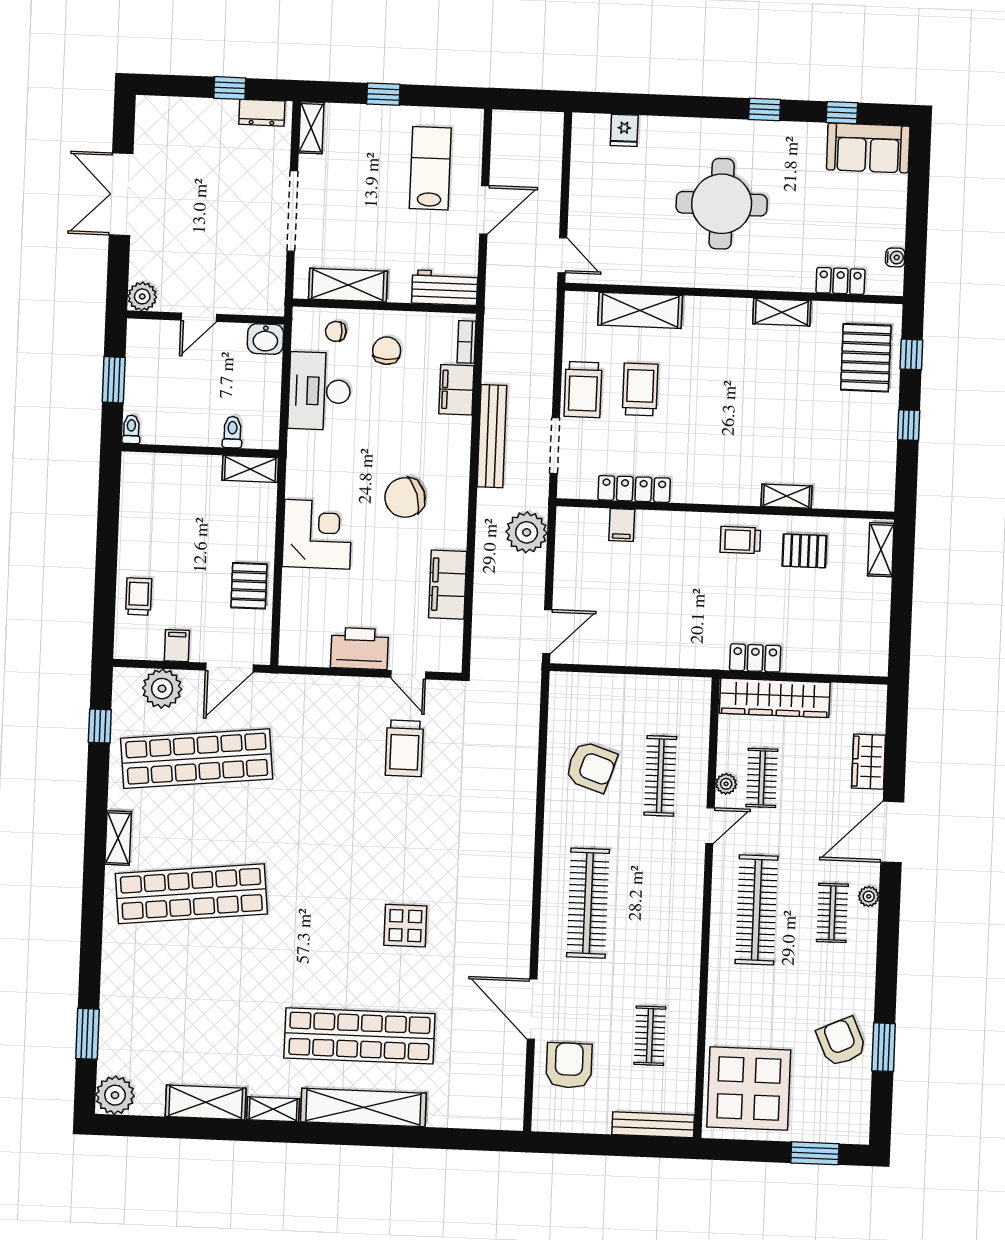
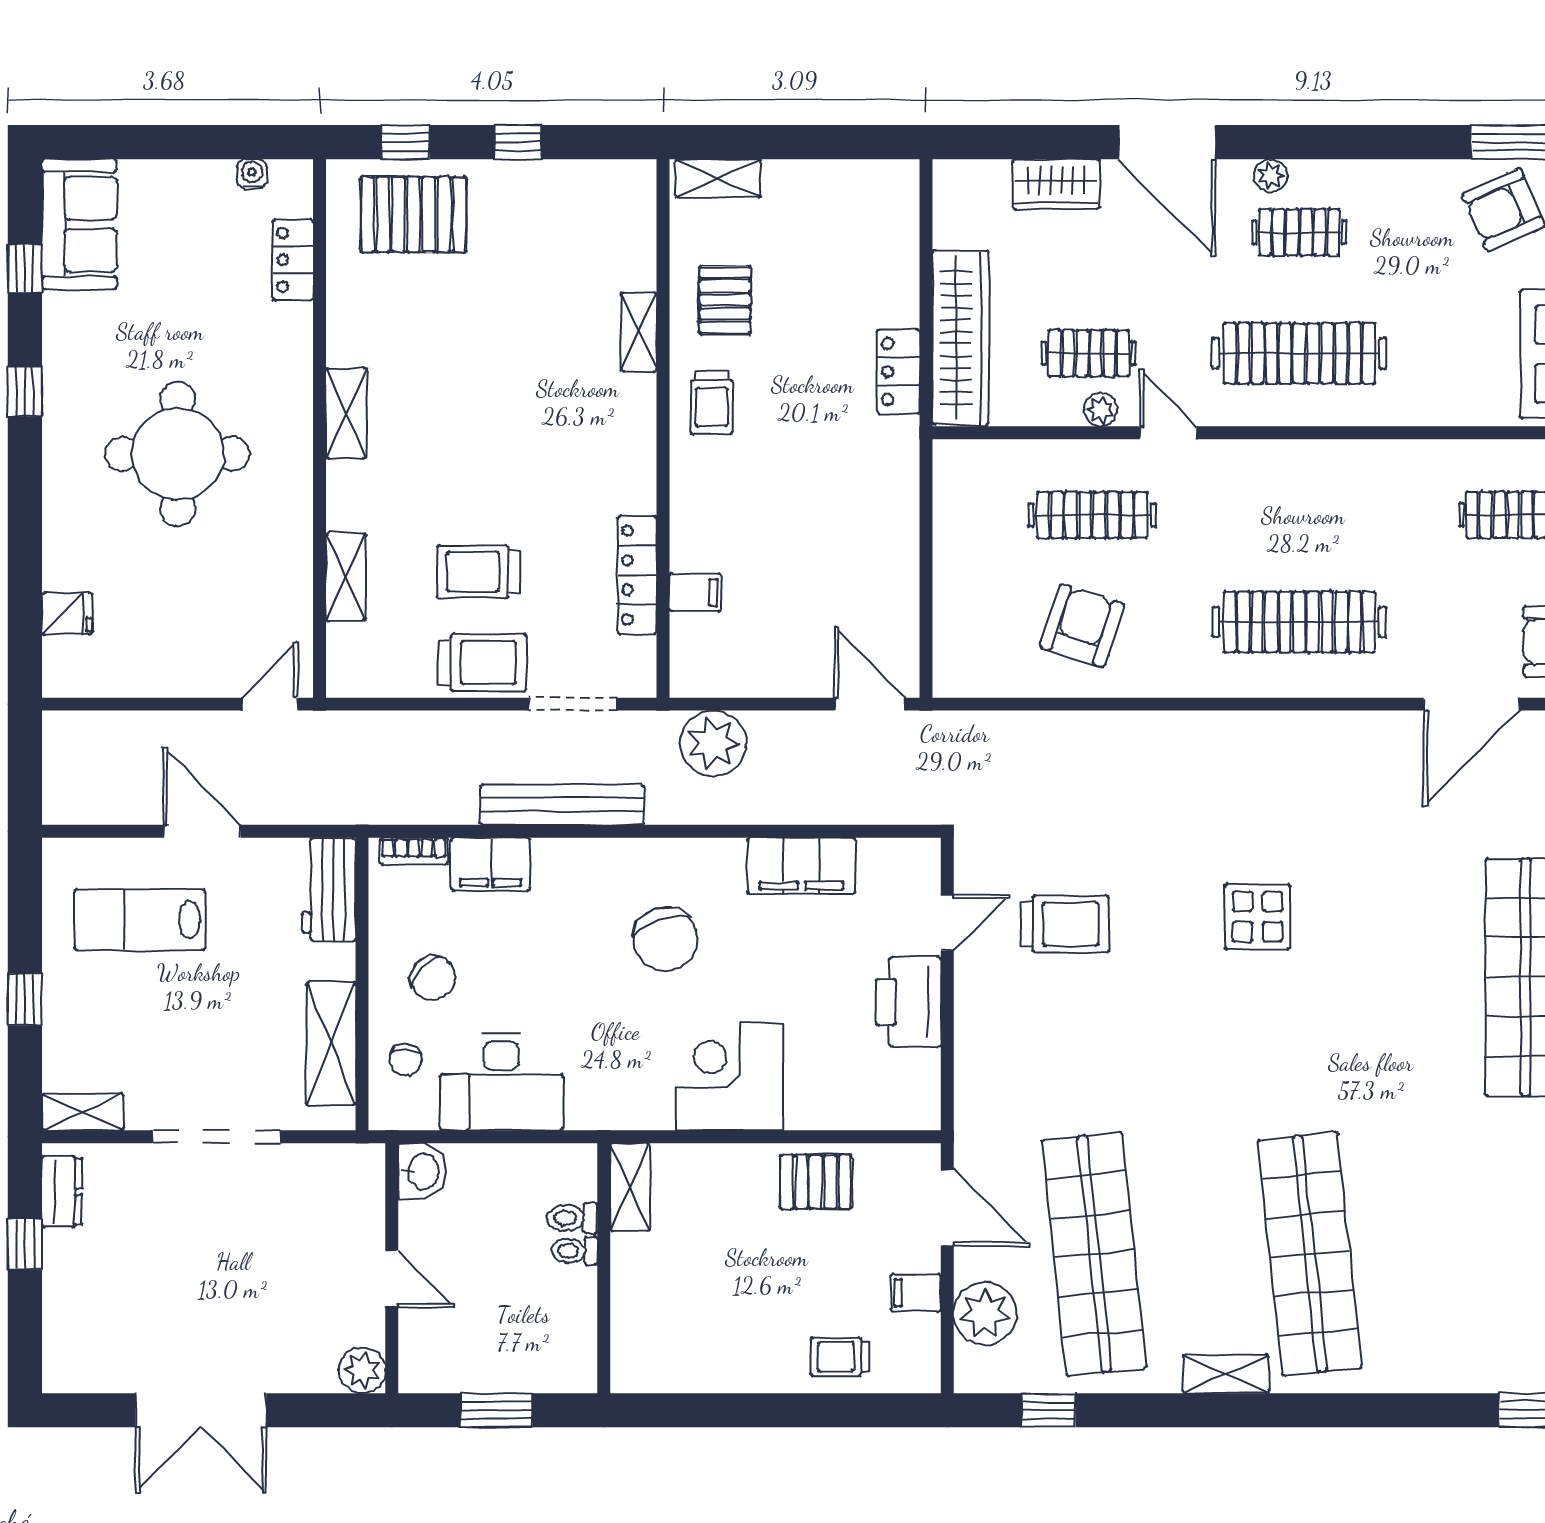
shelving: (640, 310) -> (346, 577), width x0.67, depth x0.75
shelving: (782, 312) -> (346, 413), moved
chair: (387, 351) -> (433, 978), turned -139
toilet: (131, 429) -> (574, 1251), moved
display table: (405, 926) -> (1258, 917), moved

